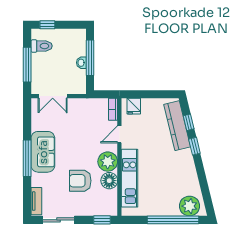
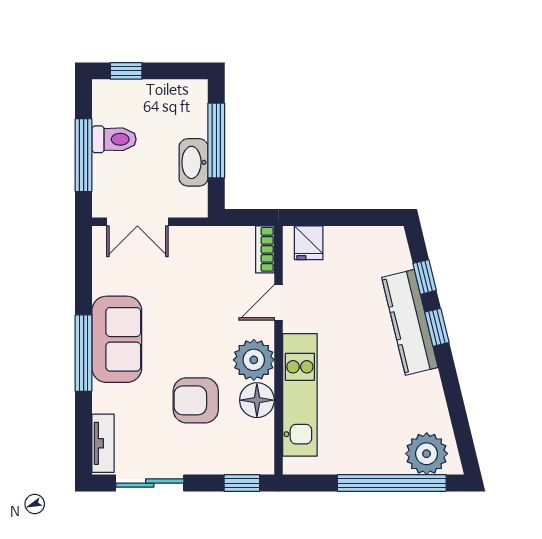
toilet: (42, 46) -> (114, 139), moved
washbasin: (81, 63) -> (194, 162), width x1.91, depth x1.45
kitchen counter: (177, 126) -> (410, 322), moved

